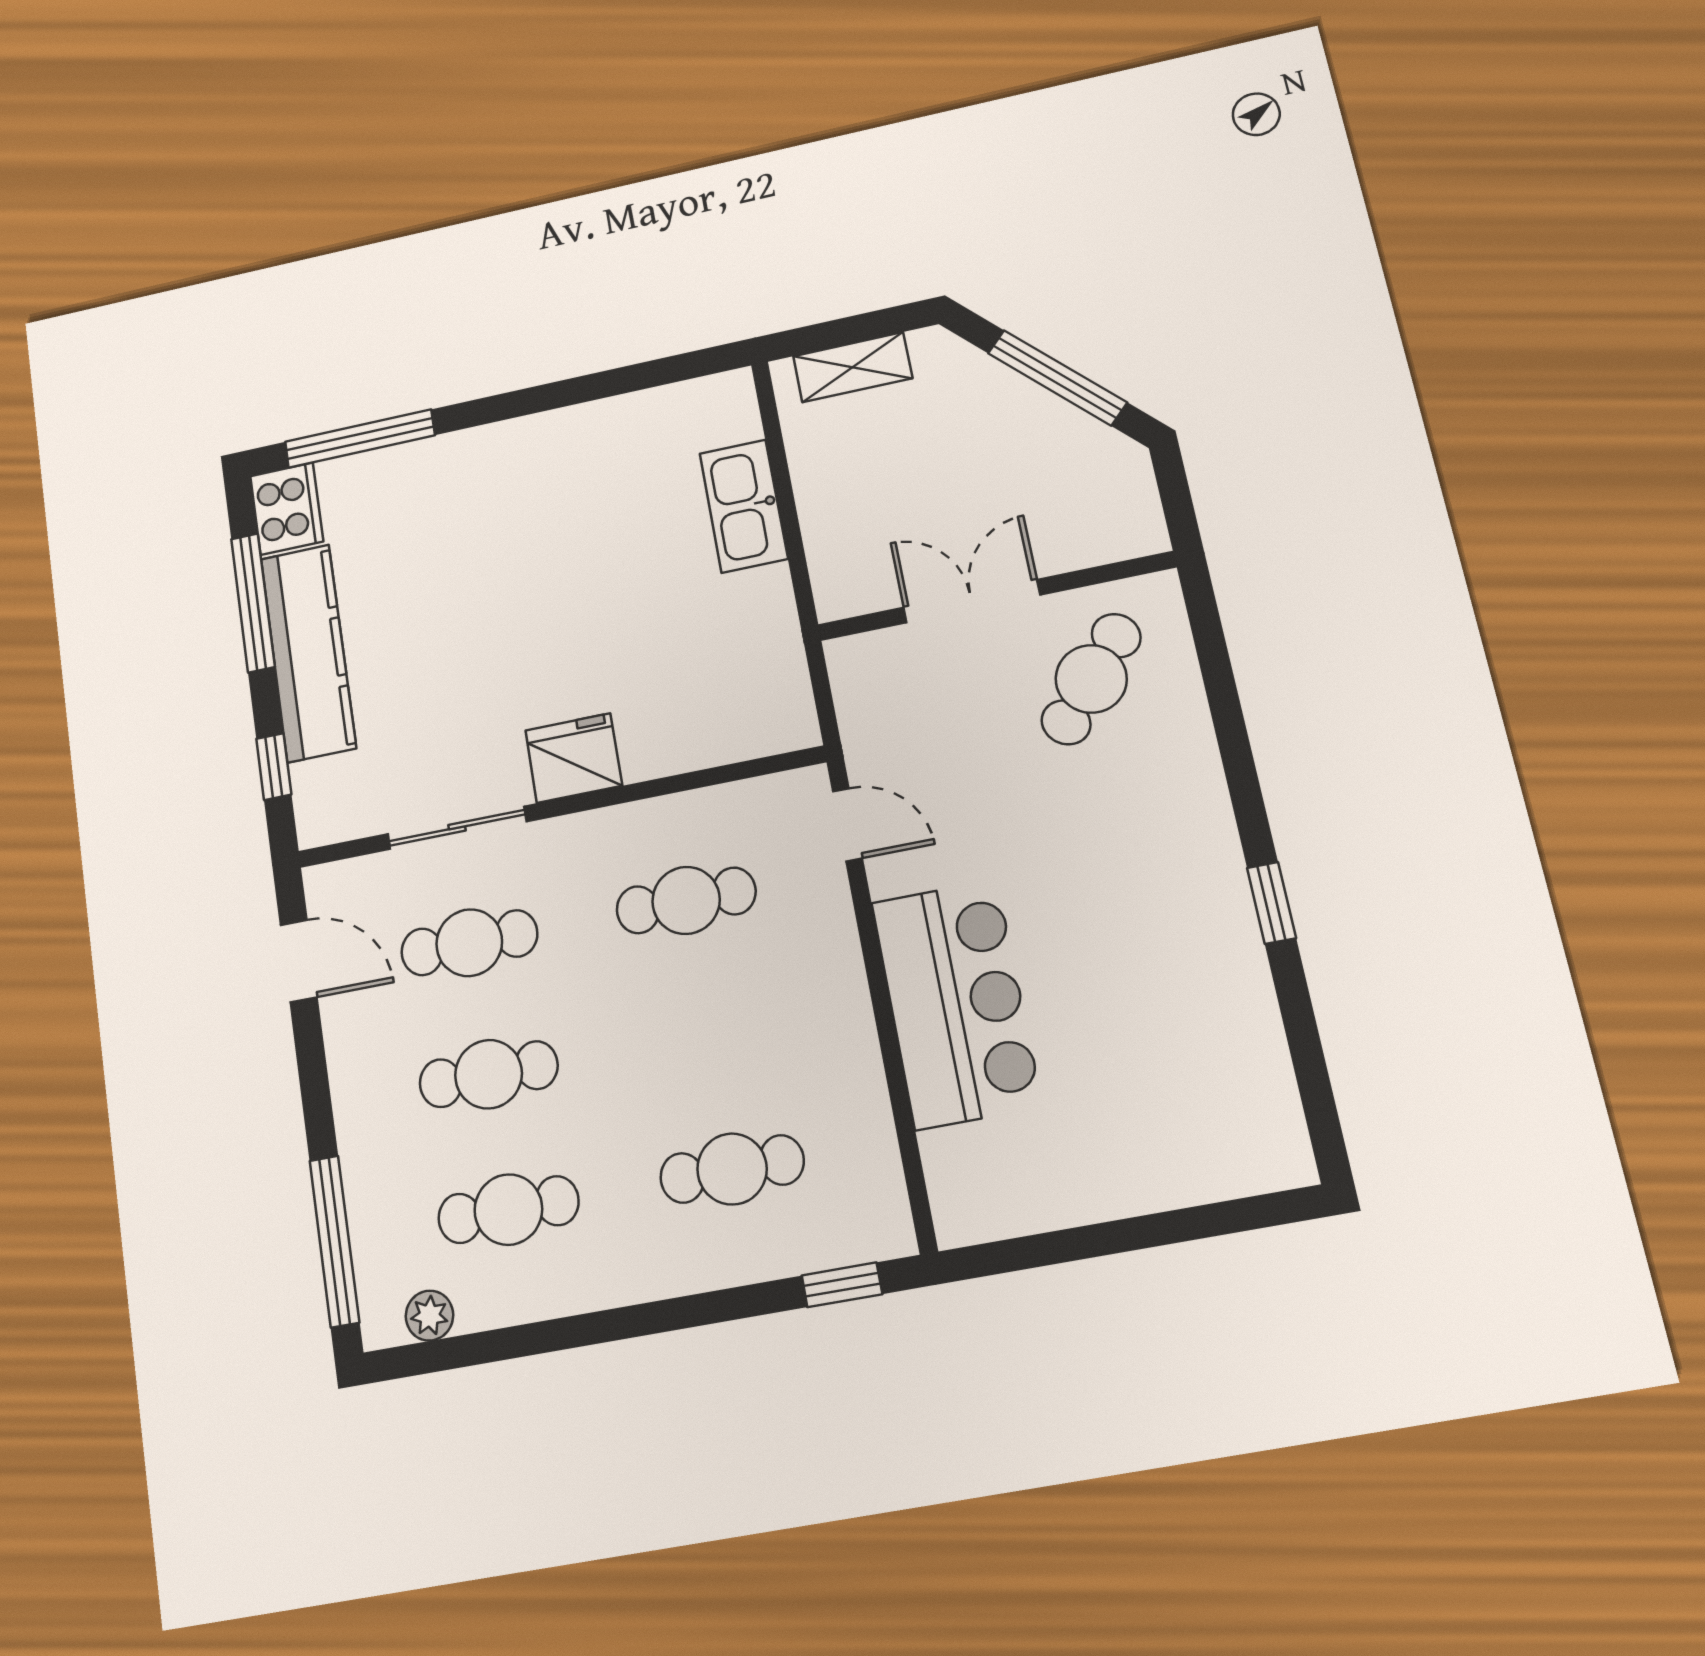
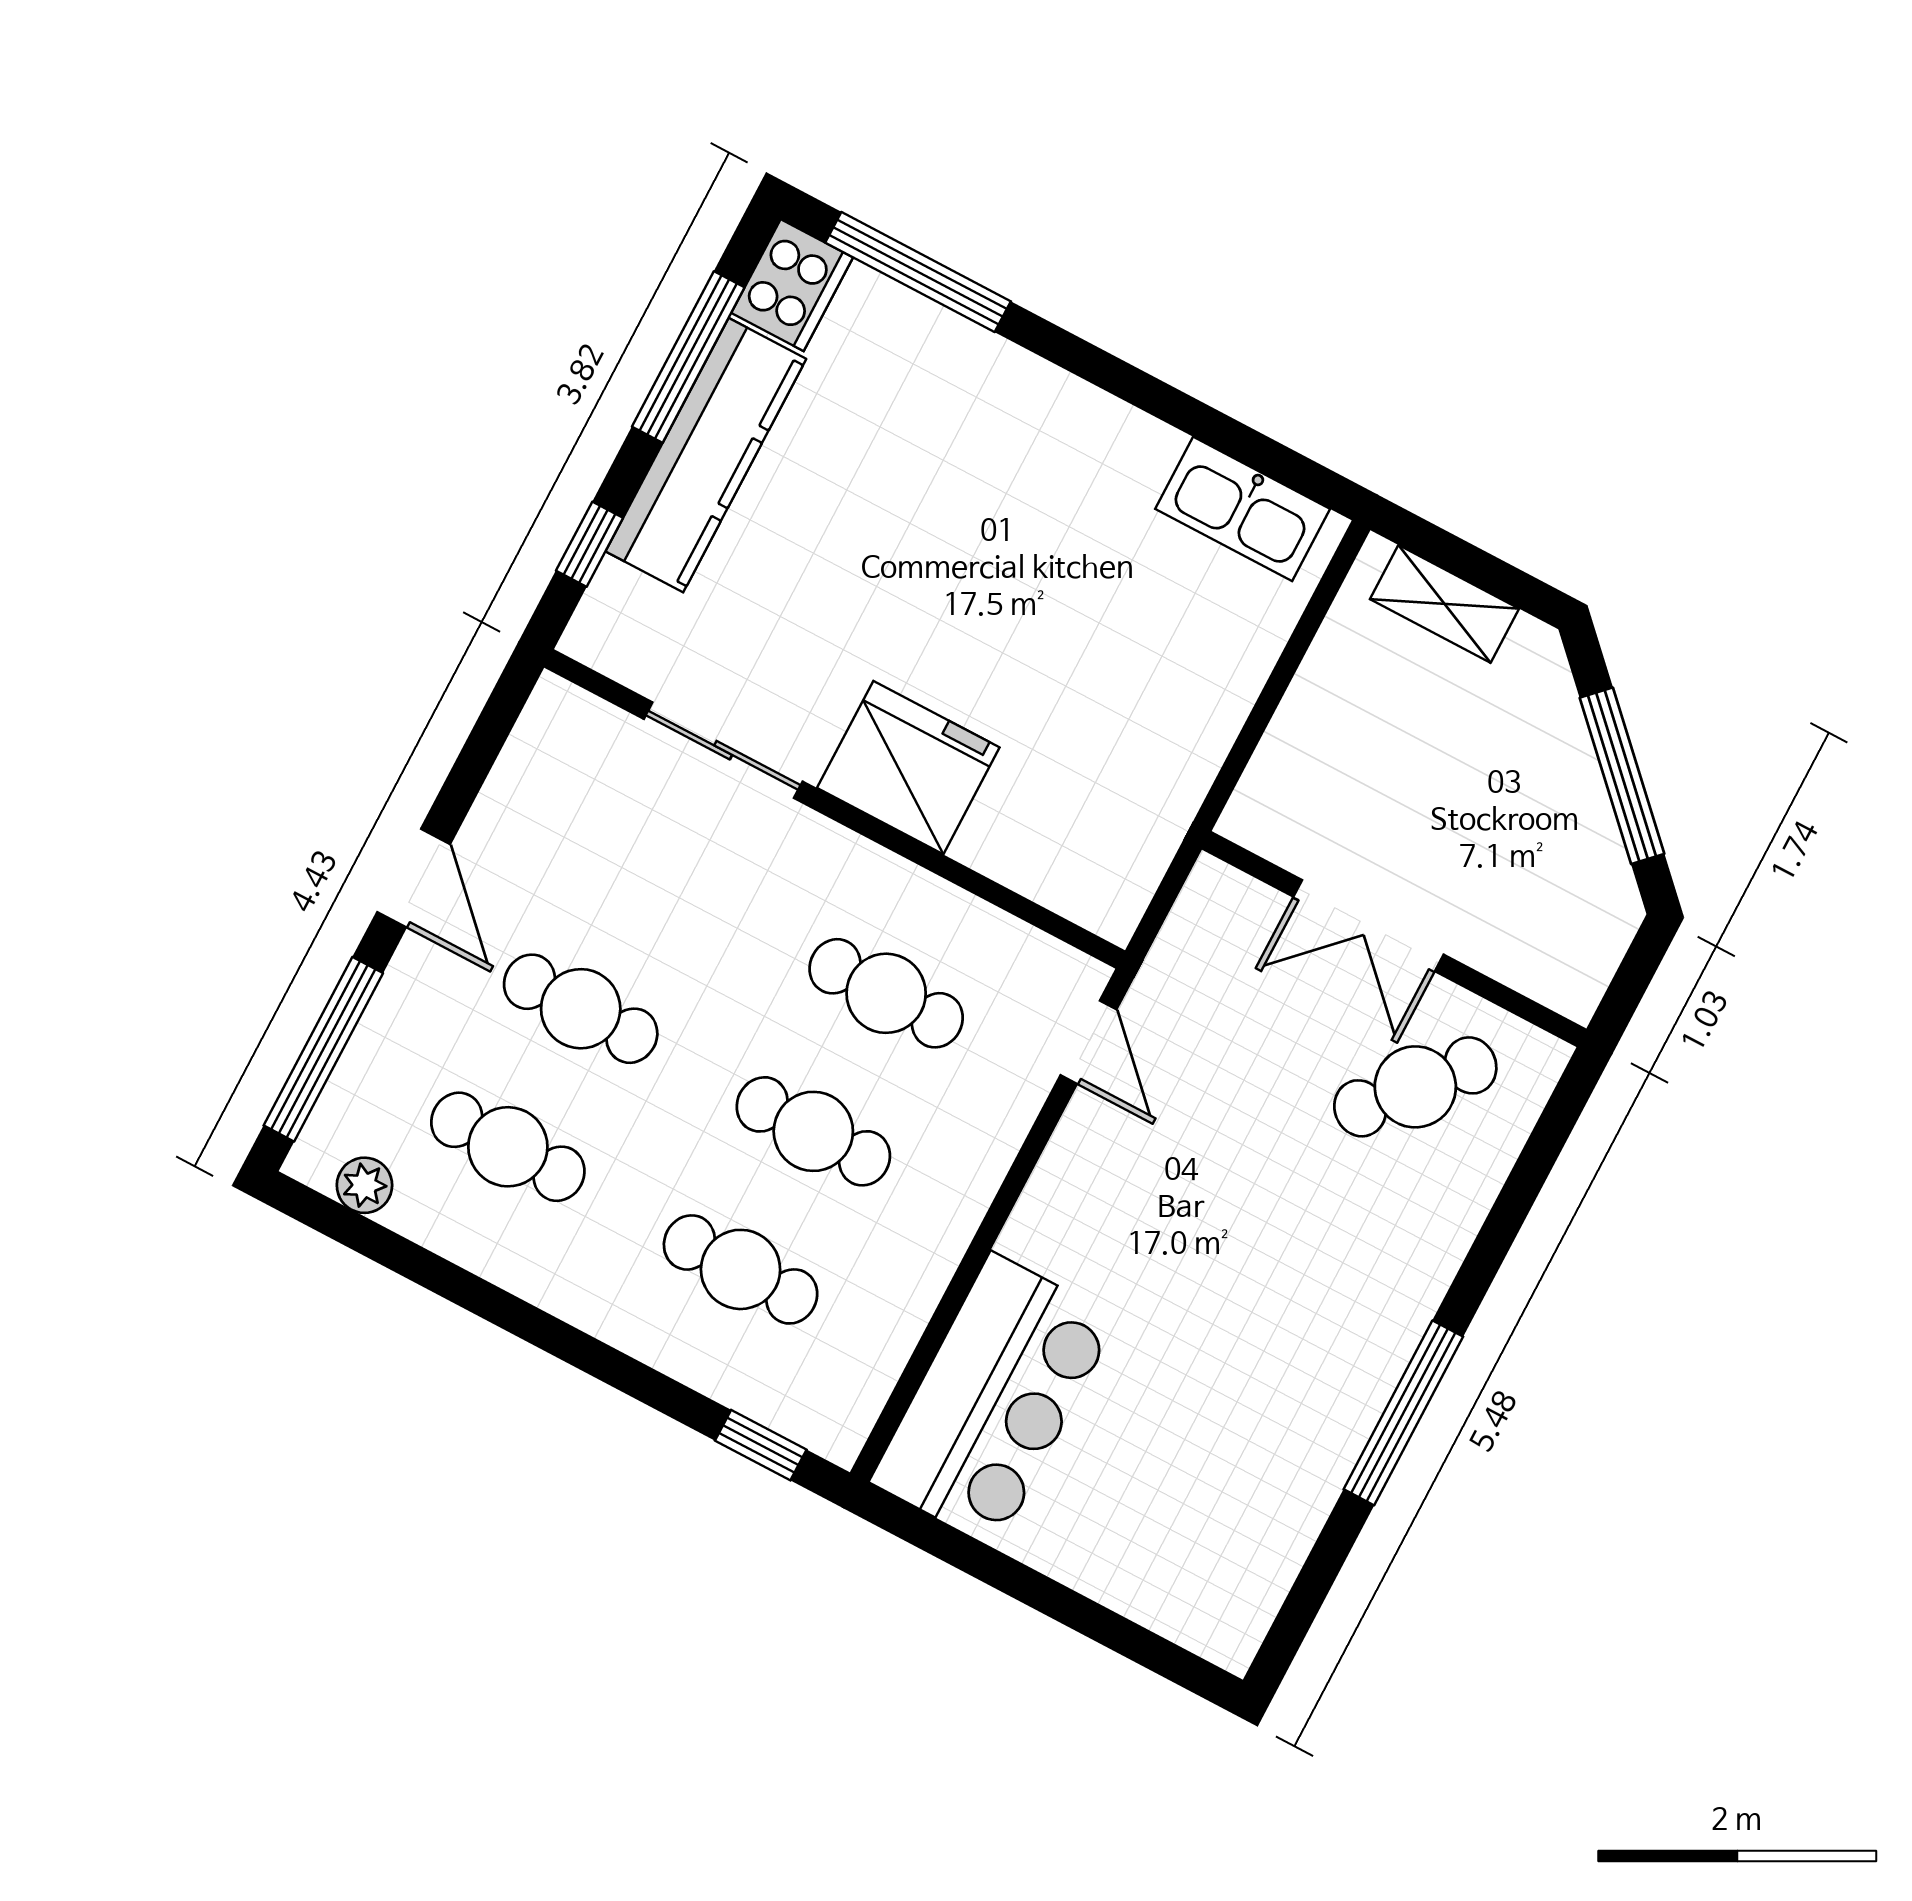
kitchen sink: (744, 506) -> (1243, 509), moved, turned -90
double door: (972, 601) -> (1369, 926), swing flipped
fridge: (574, 758) -> (908, 768), width x1.36, depth x1.34
window: (1271, 903) -> (1403, 1413), width x2.17
cafe table: (469, 943) -> (813, 1131), moved
door: (299, 961) -> (414, 878), moved
bar counter: (956, 1004) -> (994, 1400), moved

